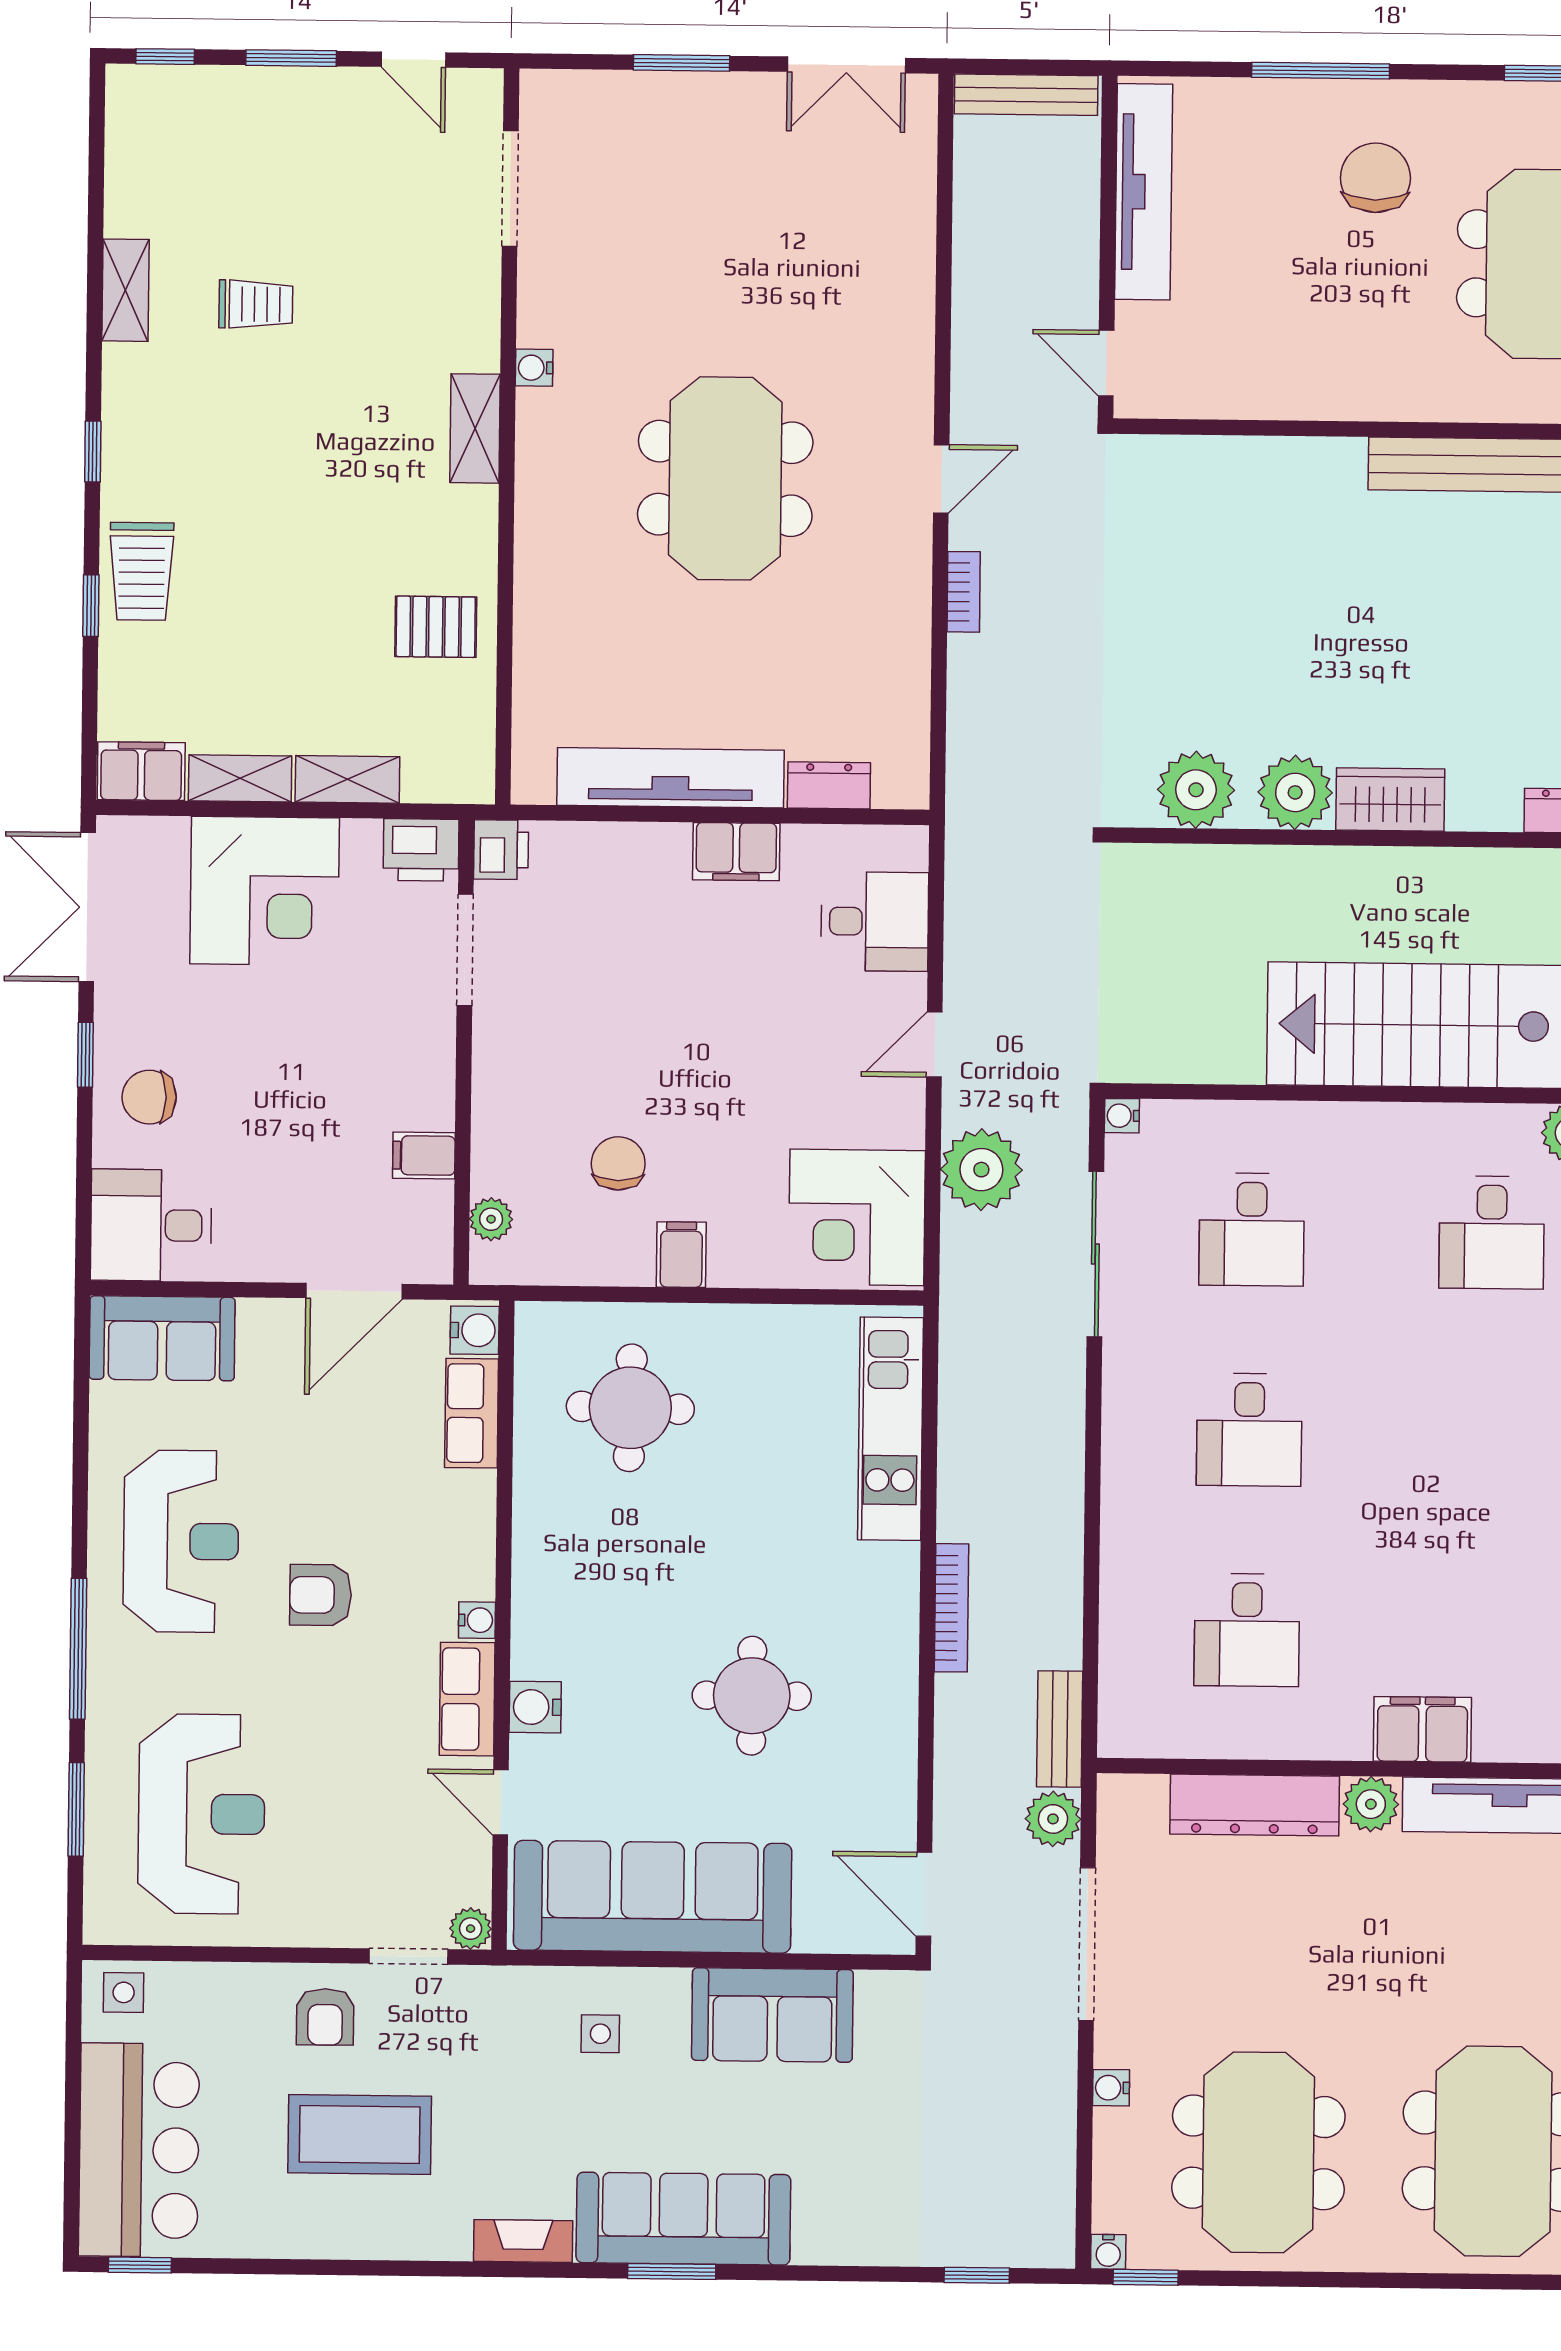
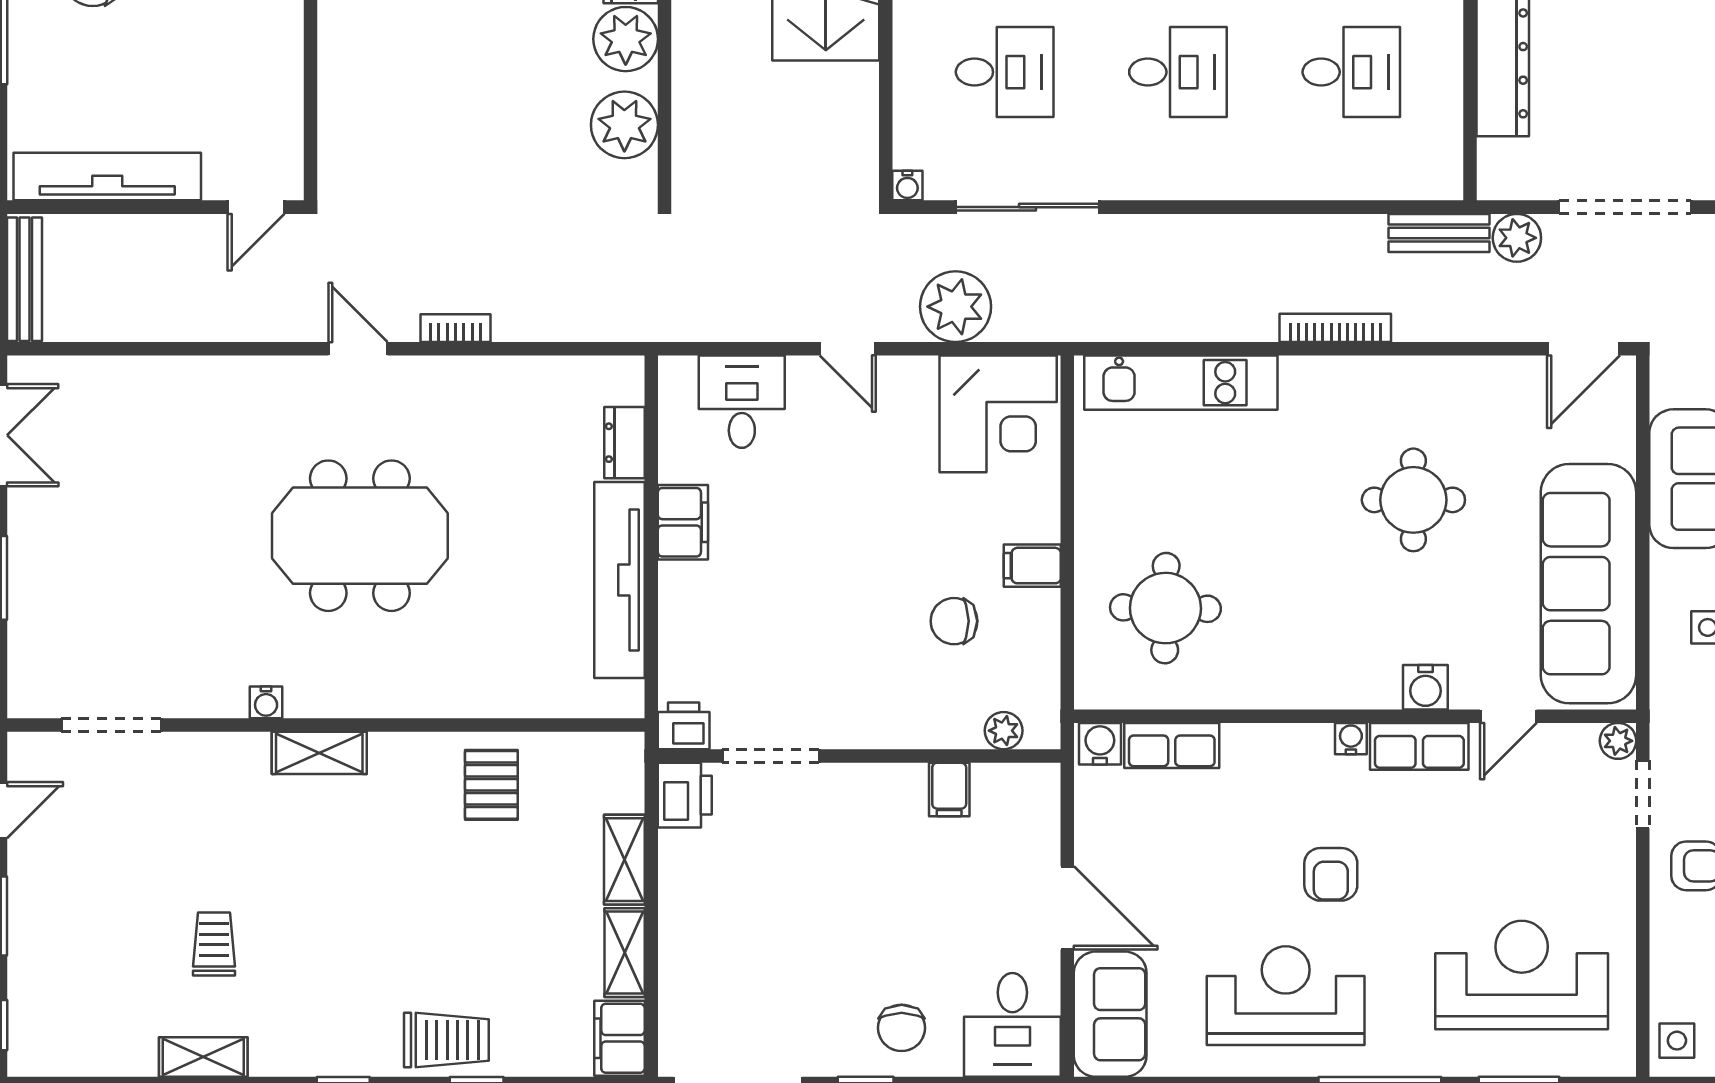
corner desk: (265, 891) -> (722, 930), removed
door: (354, 1291) -> (1067, 908), moved

